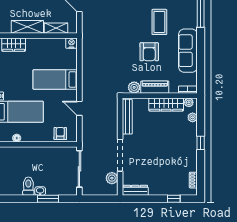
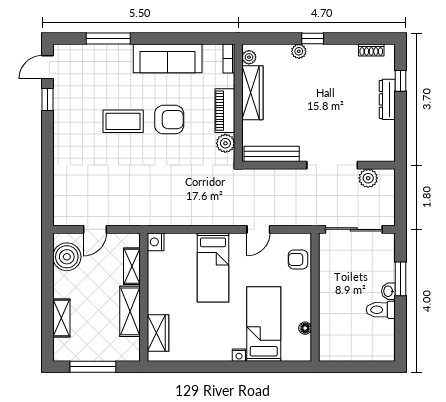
coffee table: (159, 22) -> (123, 121), moved
plant: (193, 117) -> (299, 51), moved
dresser: (135, 190) -> (387, 99), moved

